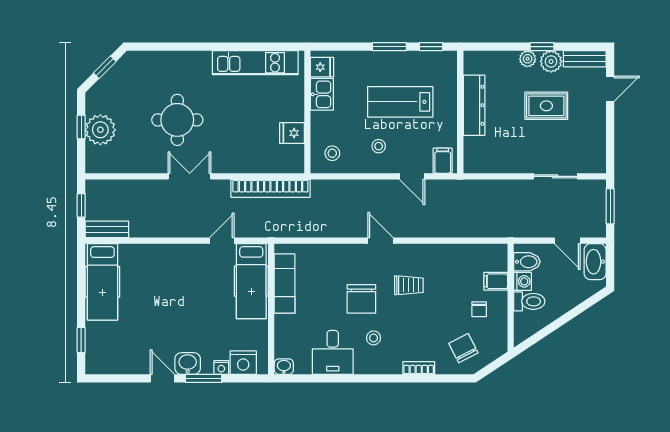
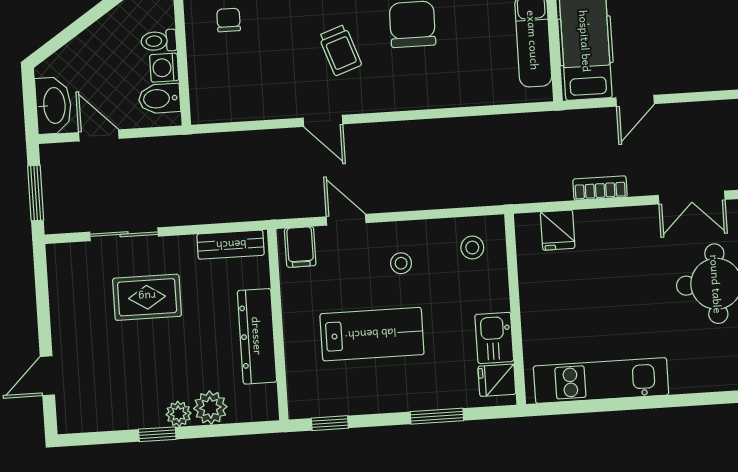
window: (389, 47) -> (437, 416), moved
bench: (585, 59) -> (231, 245), moved
plant: (551, 61) -> (210, 408), moved
rug: (546, 106) -> (147, 297), moved
fridge: (292, 133) -> (558, 230), moved, turned 90
bookcase: (270, 188) -> (600, 188), width x0.43, depth x0.76
door: (380, 241) -> (323, 121), moved
filing cabinet: (496, 281) -> (206, 65), removed
trolley: (409, 285) -> (340, 50), turned -109
toilet: (529, 301) -> (159, 41), width x0.73, depth x0.72

